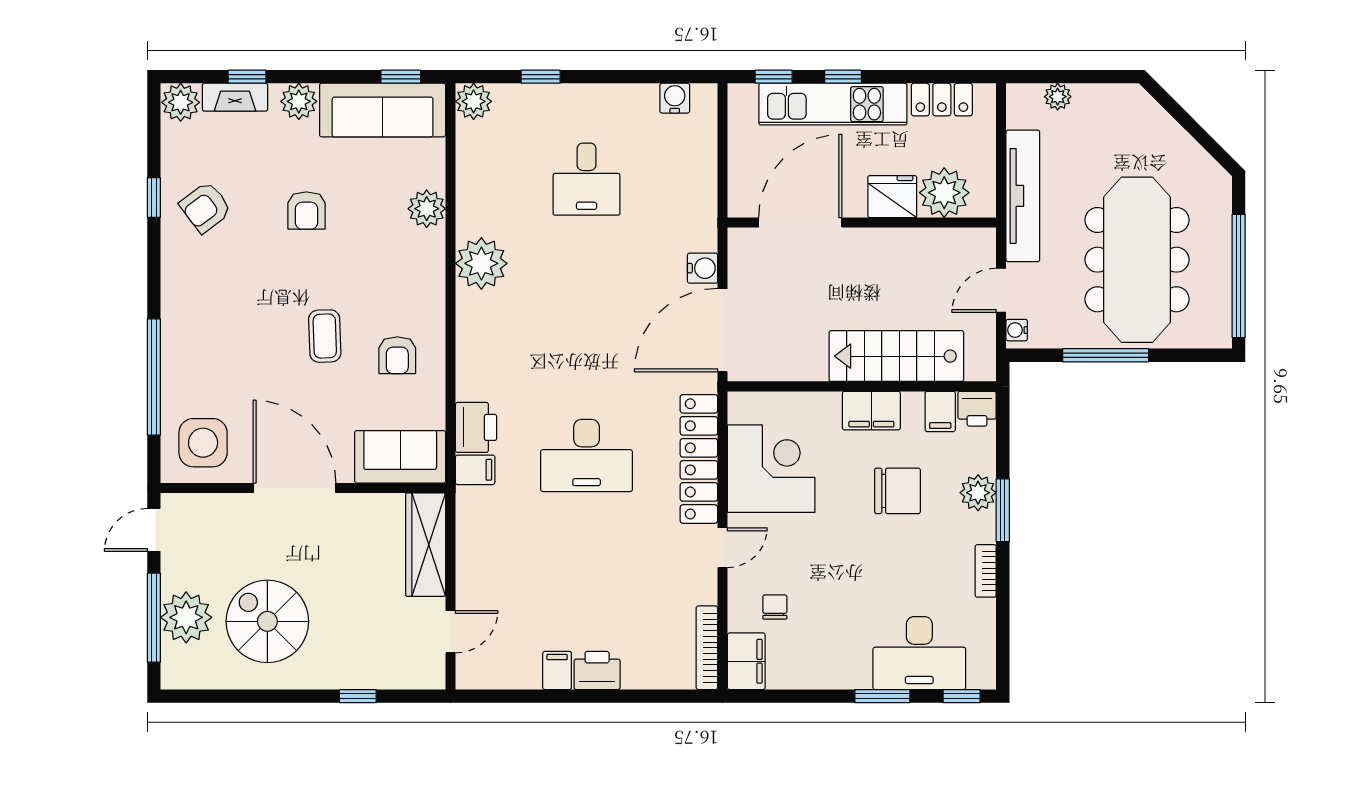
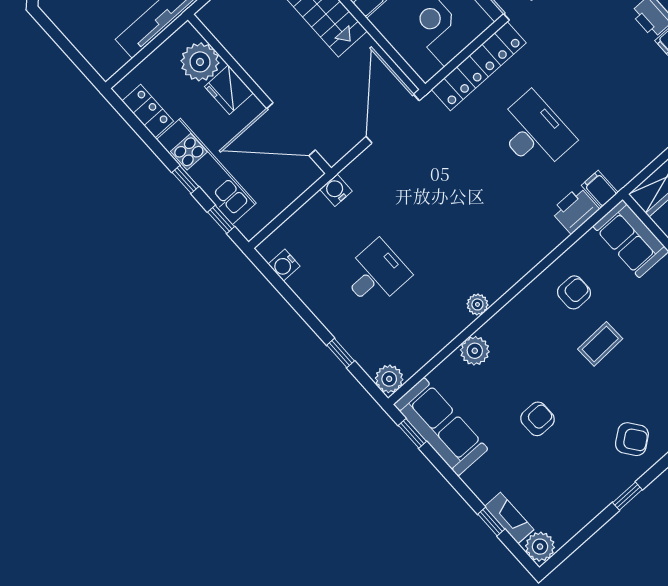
plant: (1058, 97) -> (87, 46), removed
plant: (299, 101) -> (479, 479), removed
window: (154, 198) -> (627, 496), moved
armchair: (205, 207) -> (632, 439), moved
plant: (481, 263) -> (477, 304), width x0.53, depth x0.53
water cooler: (703, 268) -> (336, 190), moved
door: (723, 330) -> (393, 119), swing flipped

